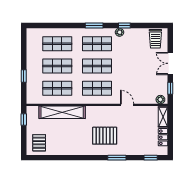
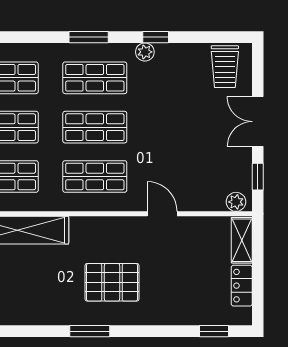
window: (117, 158) -> (90, 331), moved

